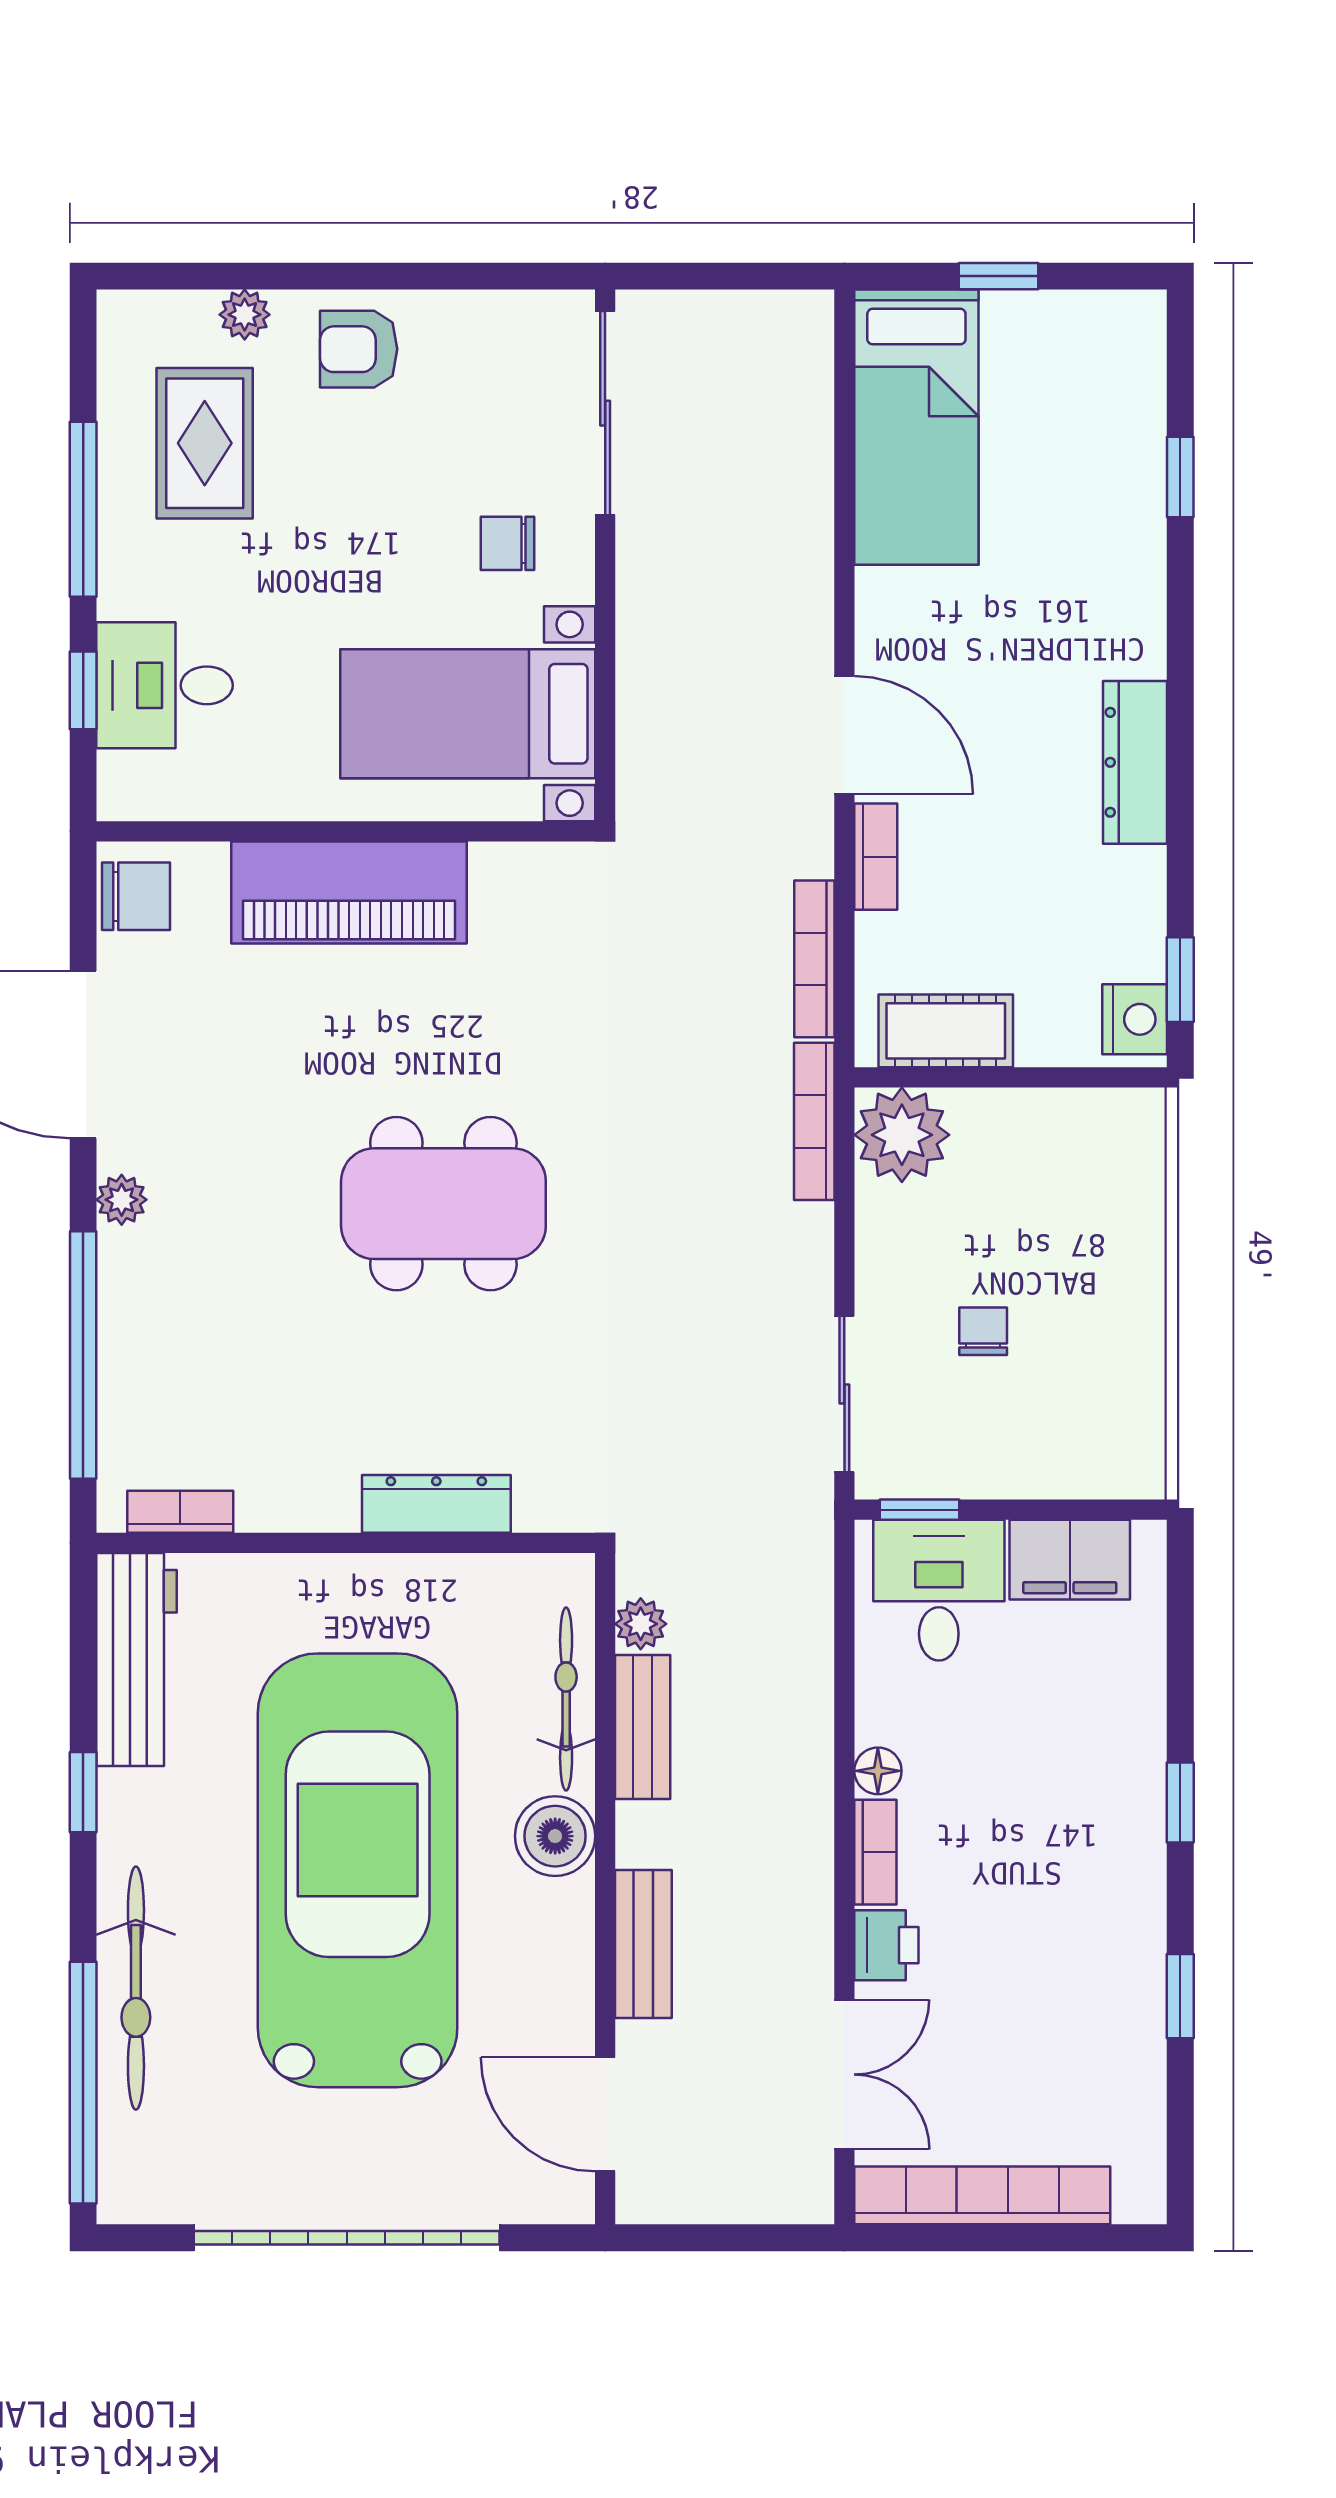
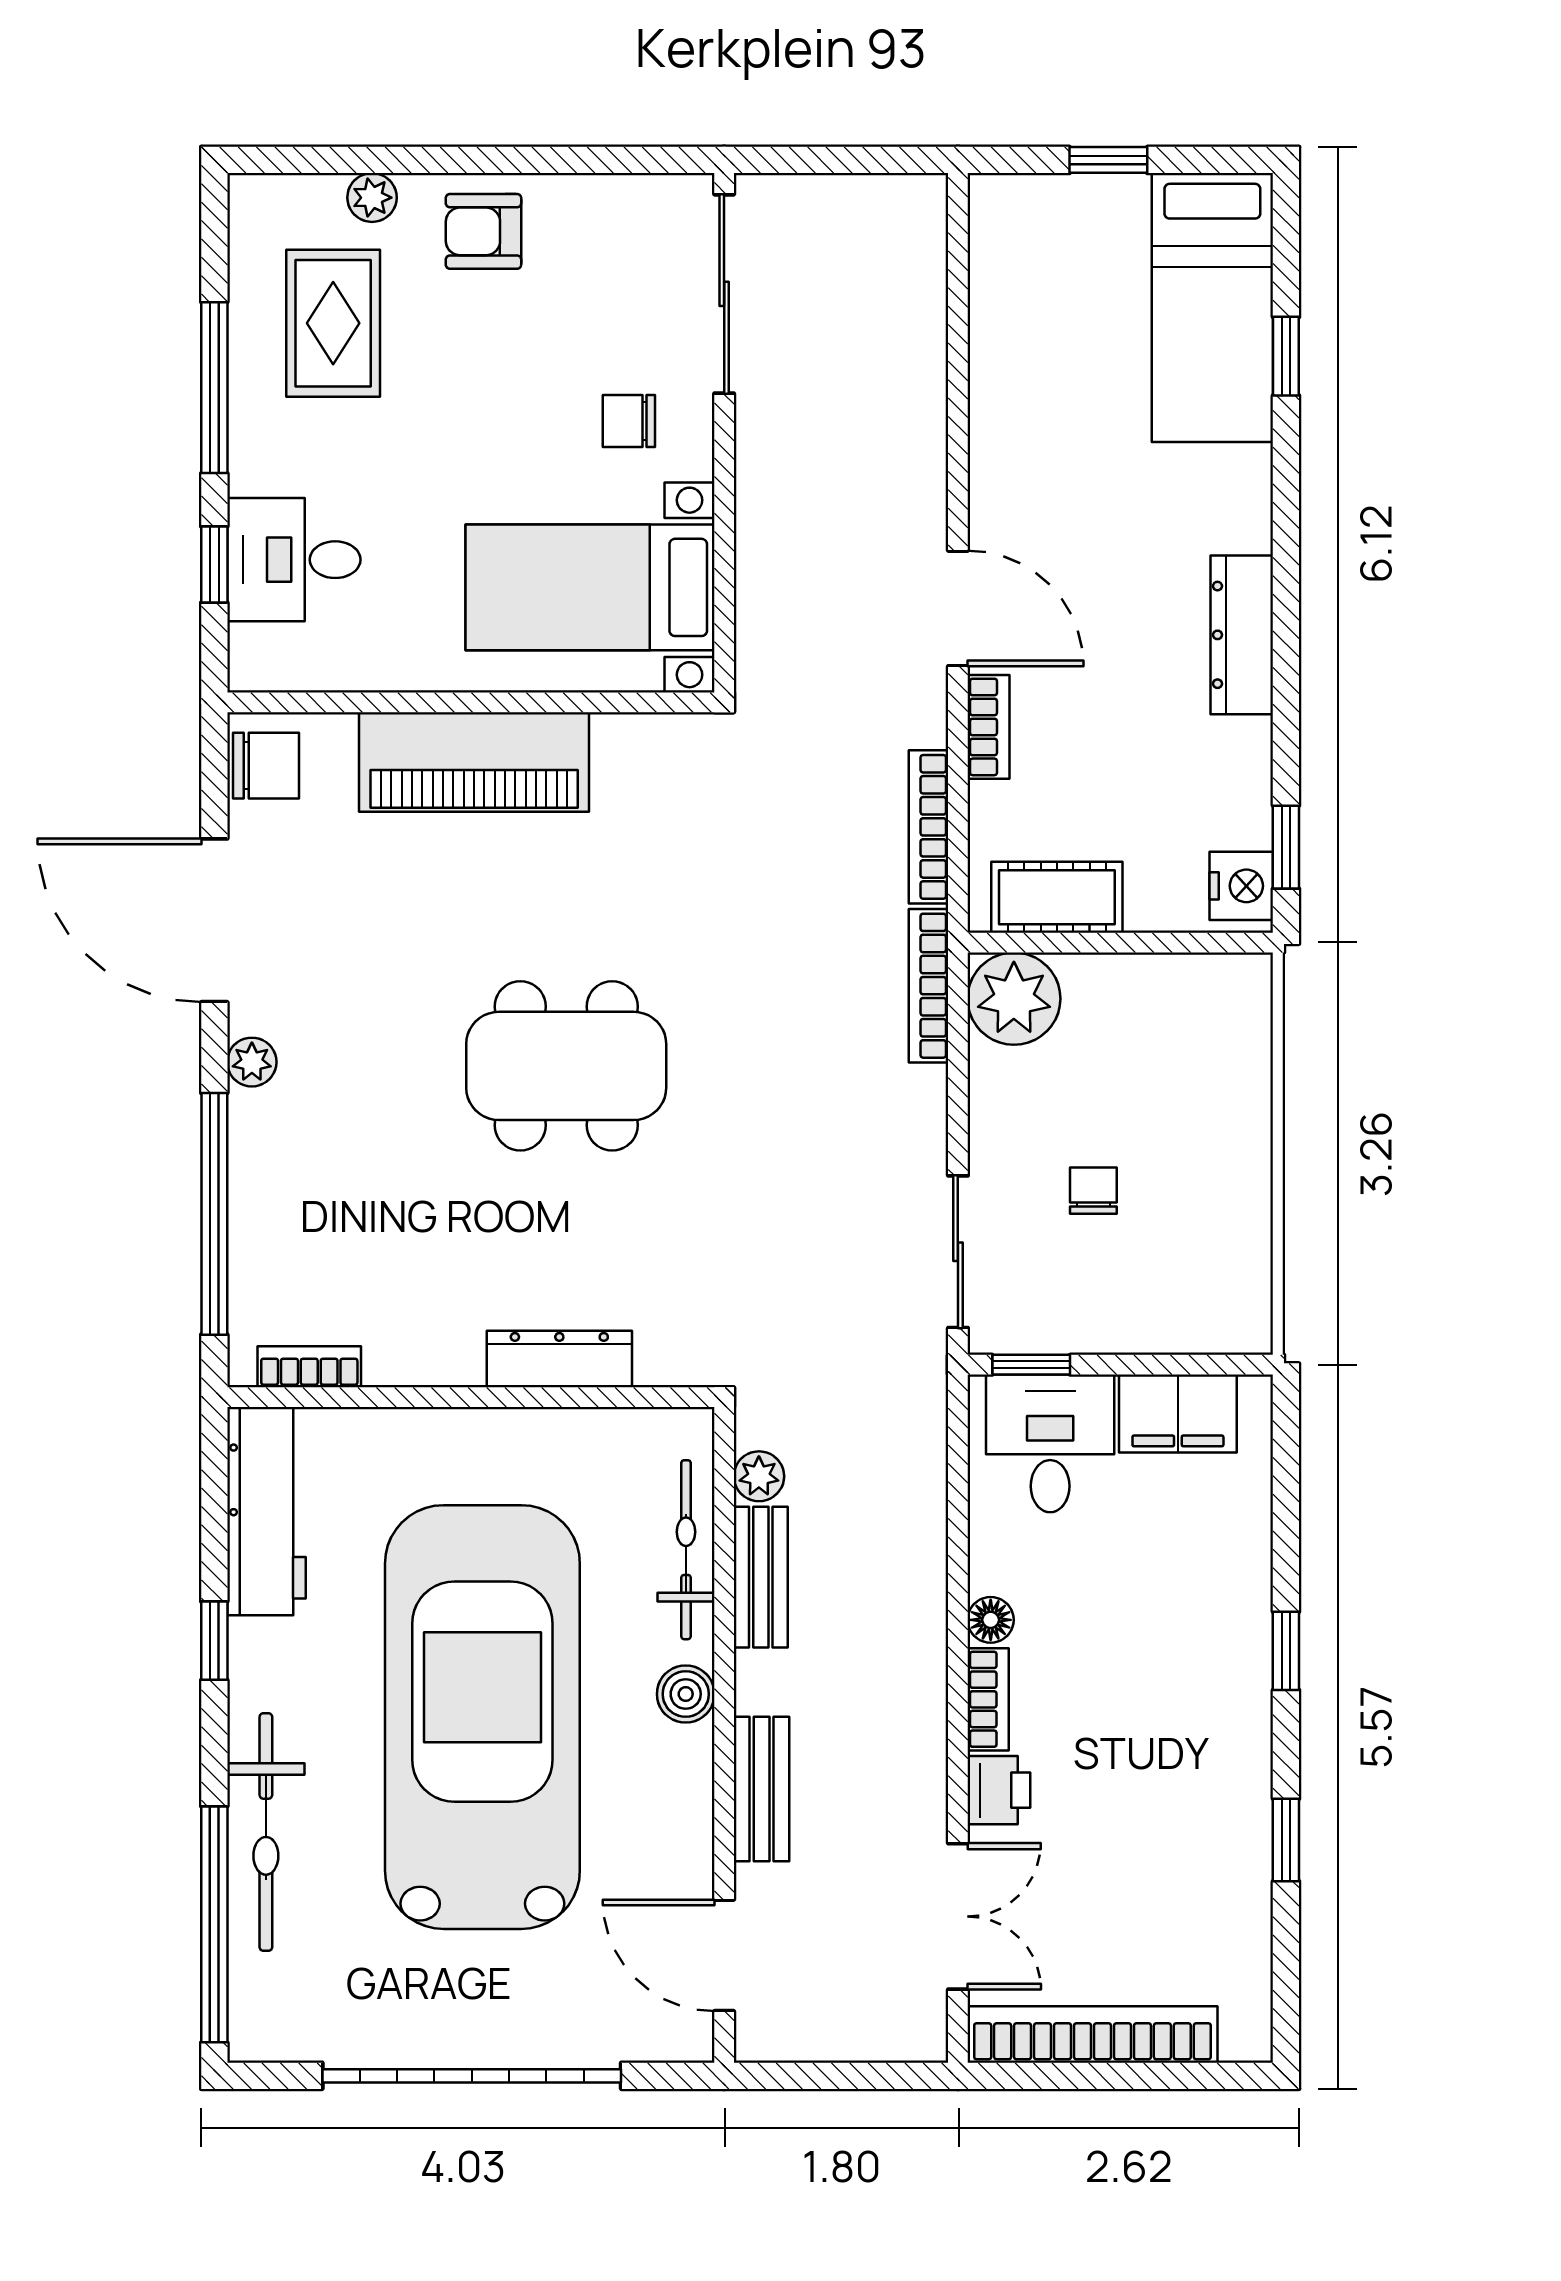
bed: (916, 427) -> (1212, 307), moved
boiler: (555, 1836) -> (686, 1694), width x0.73, depth x0.73

